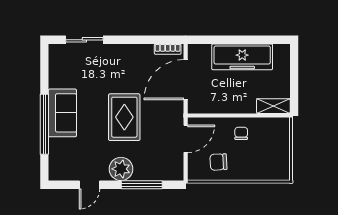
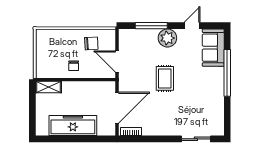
sofa: (62, 113) -> (213, 48), moved
rug: (124, 117) -> (165, 78), width x0.73, depth x0.70
door: (186, 139) -> (117, 61), hinge flipped

